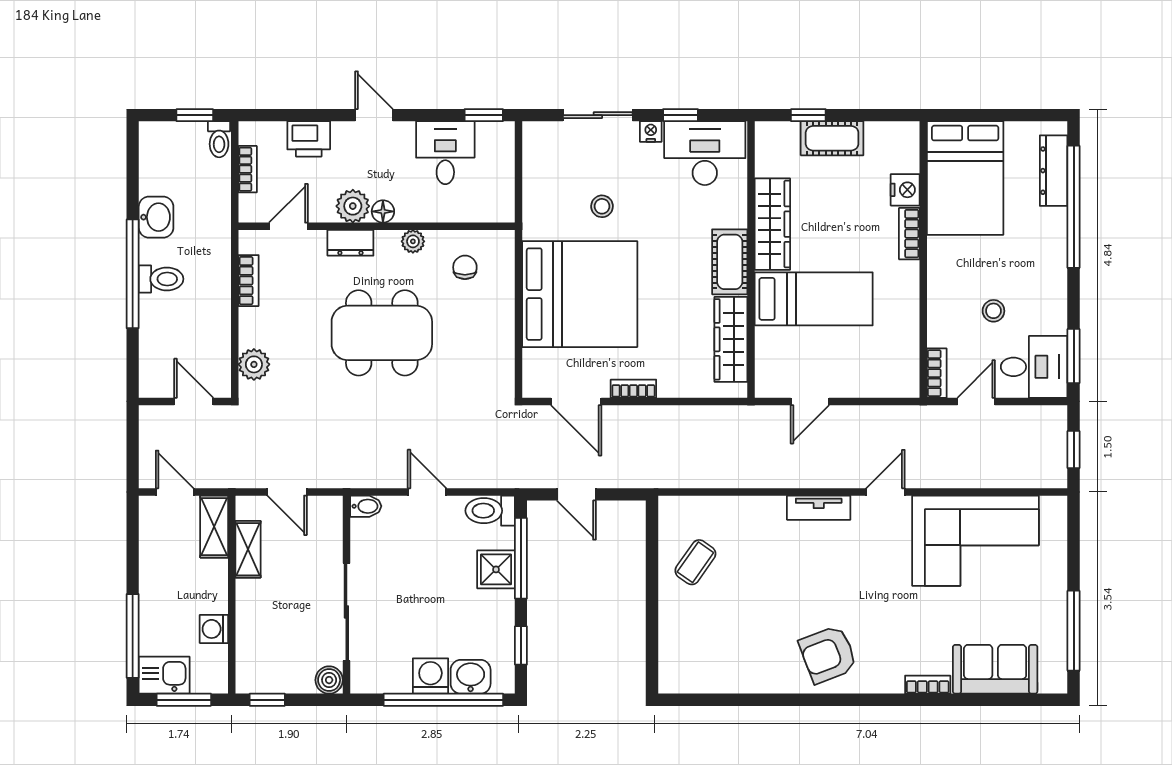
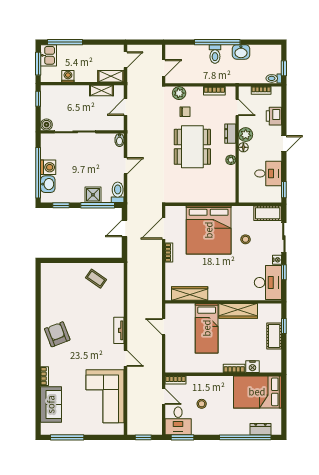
dresser: (1054, 171) -> (261, 429), width x0.70
cot: (730, 262) -> (268, 213), moved
chair: (465, 267) -> (185, 112), moved

